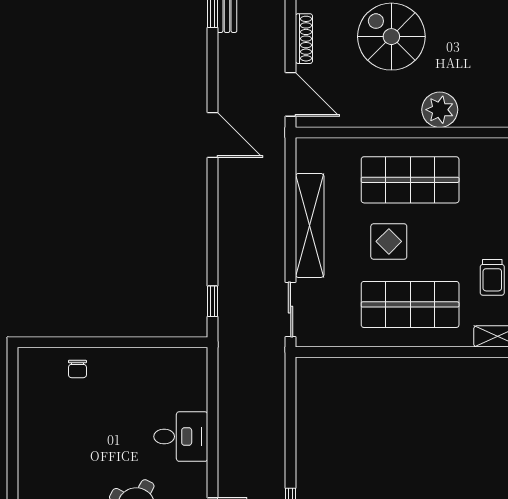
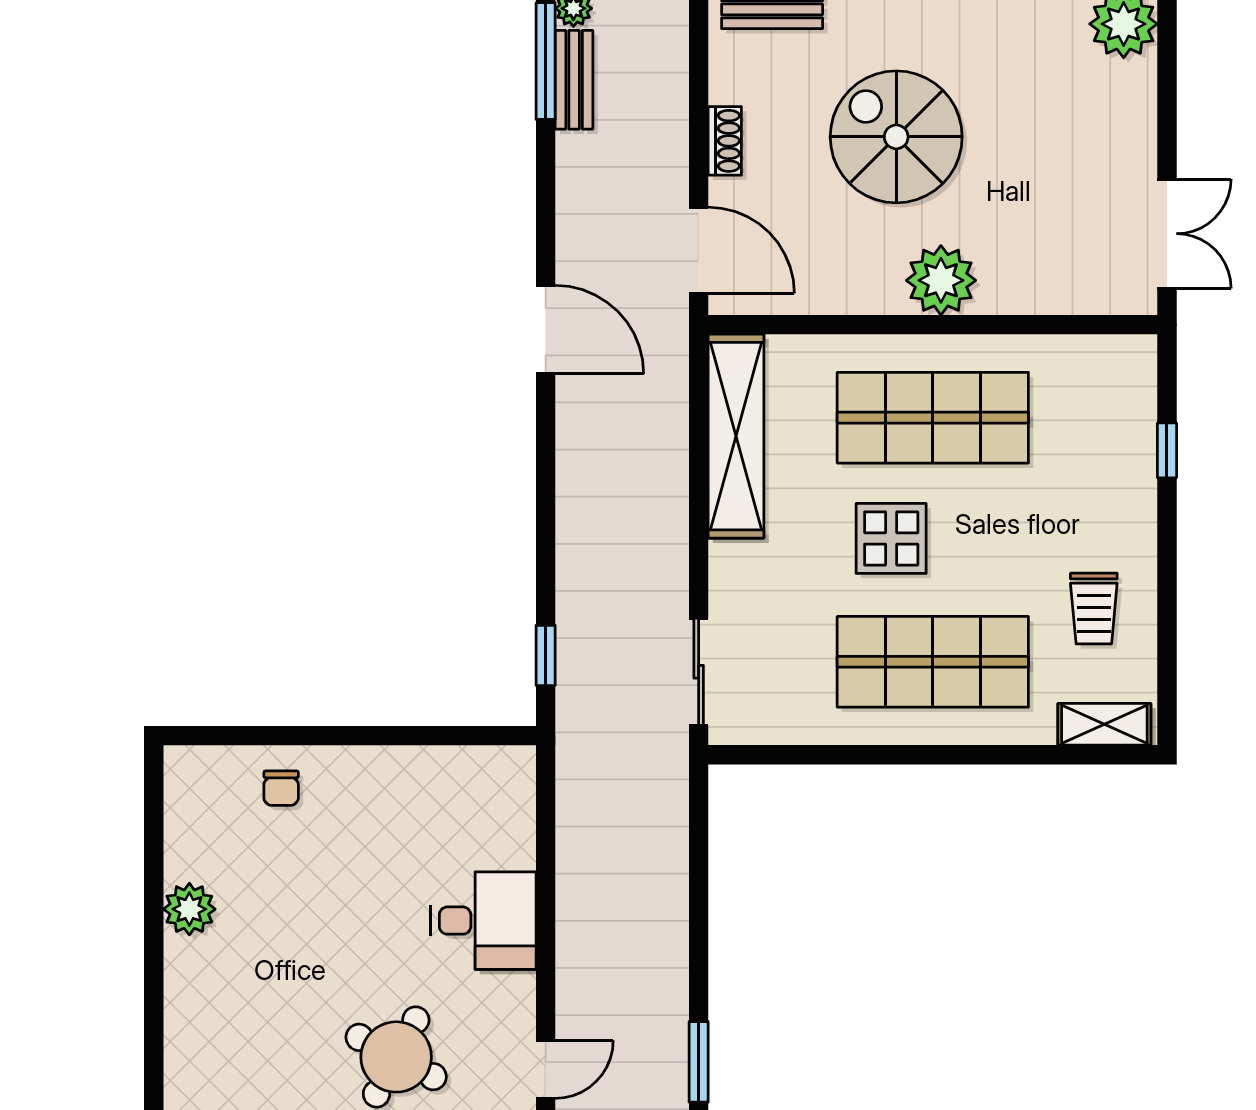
shoe rack: (304, 39) -> (725, 141), width x0.70
plant: (440, 110) -> (941, 280), moved
shelving: (310, 225) -> (736, 436), moved
plant: (31, 431) -> (189, 909), added

